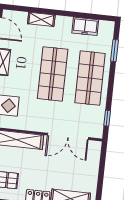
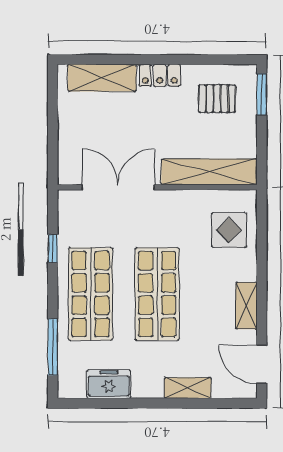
window: (114, 51) -> (53, 347), width x1.44
window: (107, 118) -> (53, 249), moved

